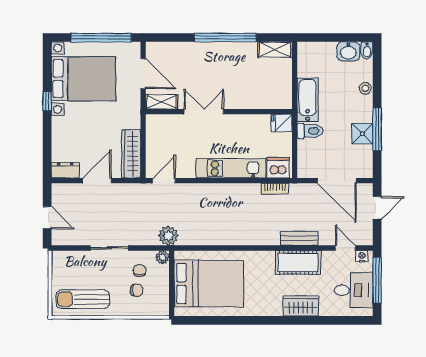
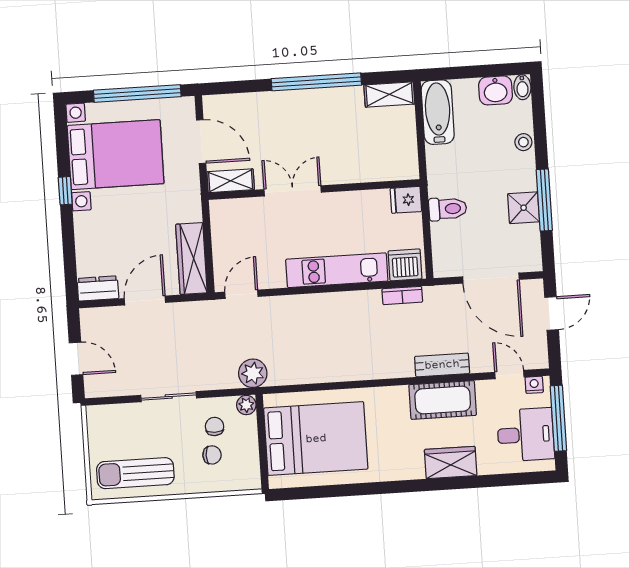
bathtub: (307, 100) -> (438, 112), moved

